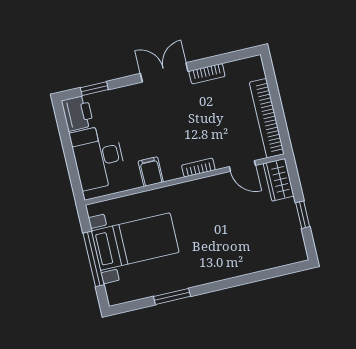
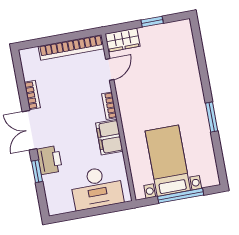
window: (94, 89) -> (37, 171), moved
printer: (77, 113) -> (49, 160), moved, turned 90
filing cabinet: (151, 172) -> (109, 137), width x2.00
window: (172, 296) -> (212, 117), moved

